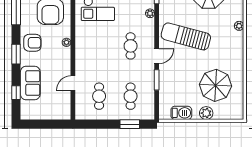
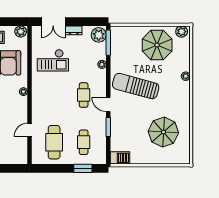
door: (157, 56) -> (108, 104), swing flipped
cafe table: (99, 96) -> (54, 142), width x1.37, depth x1.35
barbecue: (181, 113) -> (120, 158), moved
plant: (206, 113) -> (155, 158), removed

